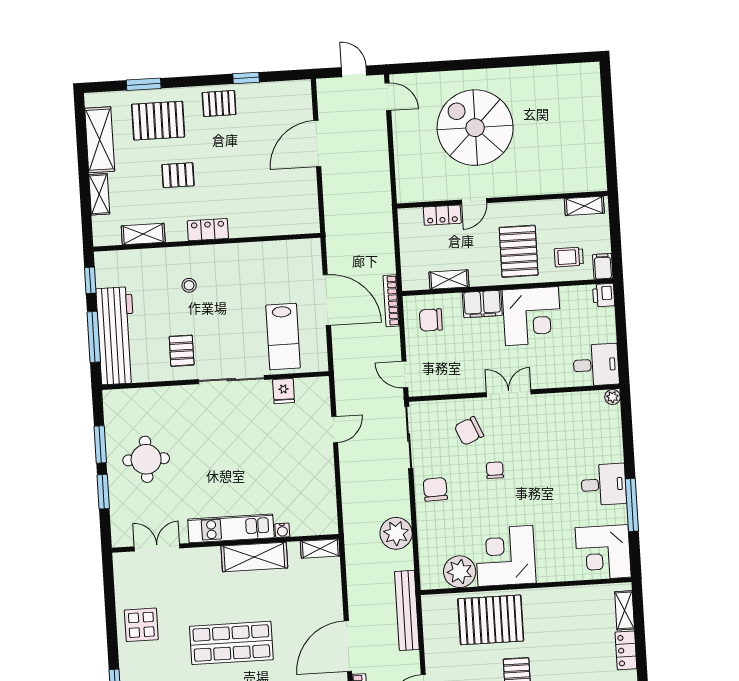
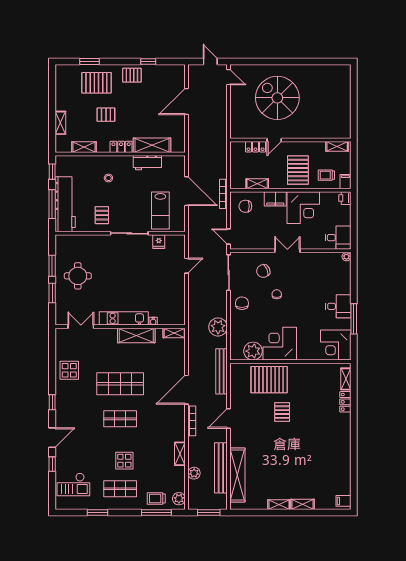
shelving: (100, 140) -> (152, 145), moved, turned 90
workbench: (255, 254) -> (147, 163), added

